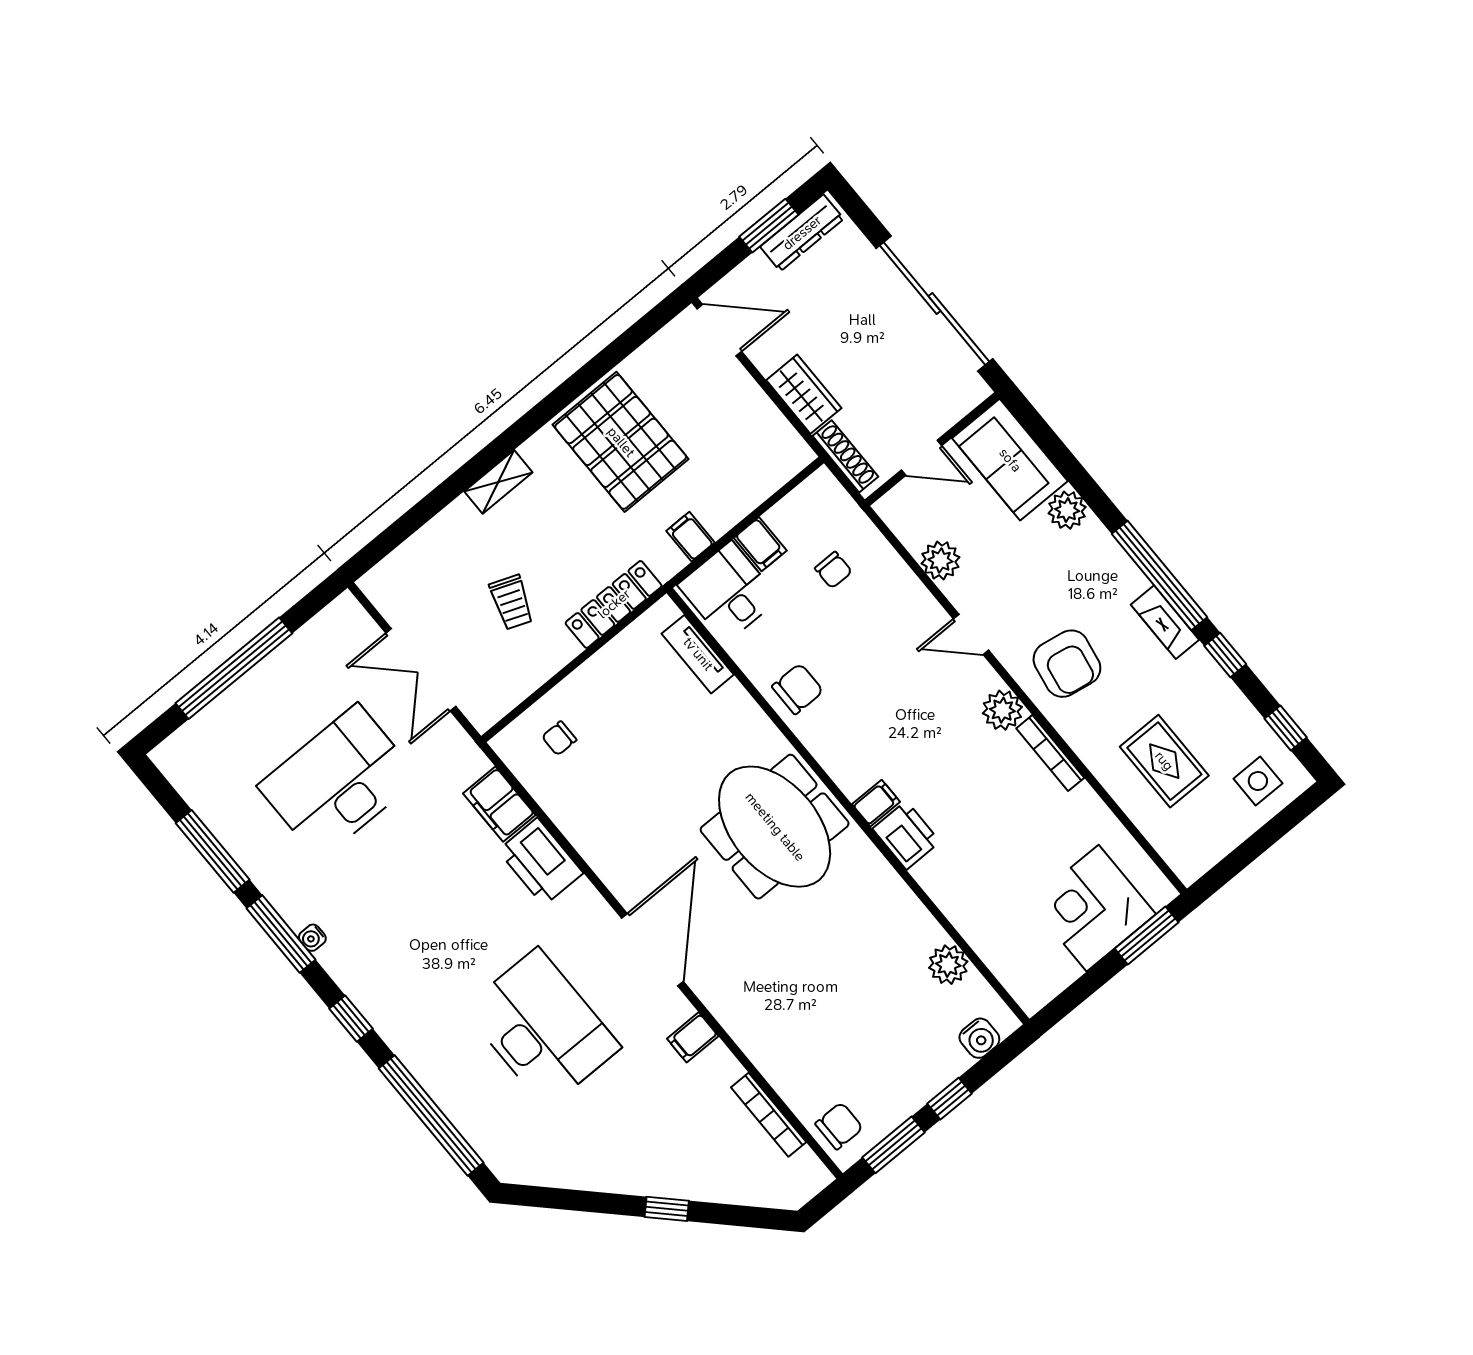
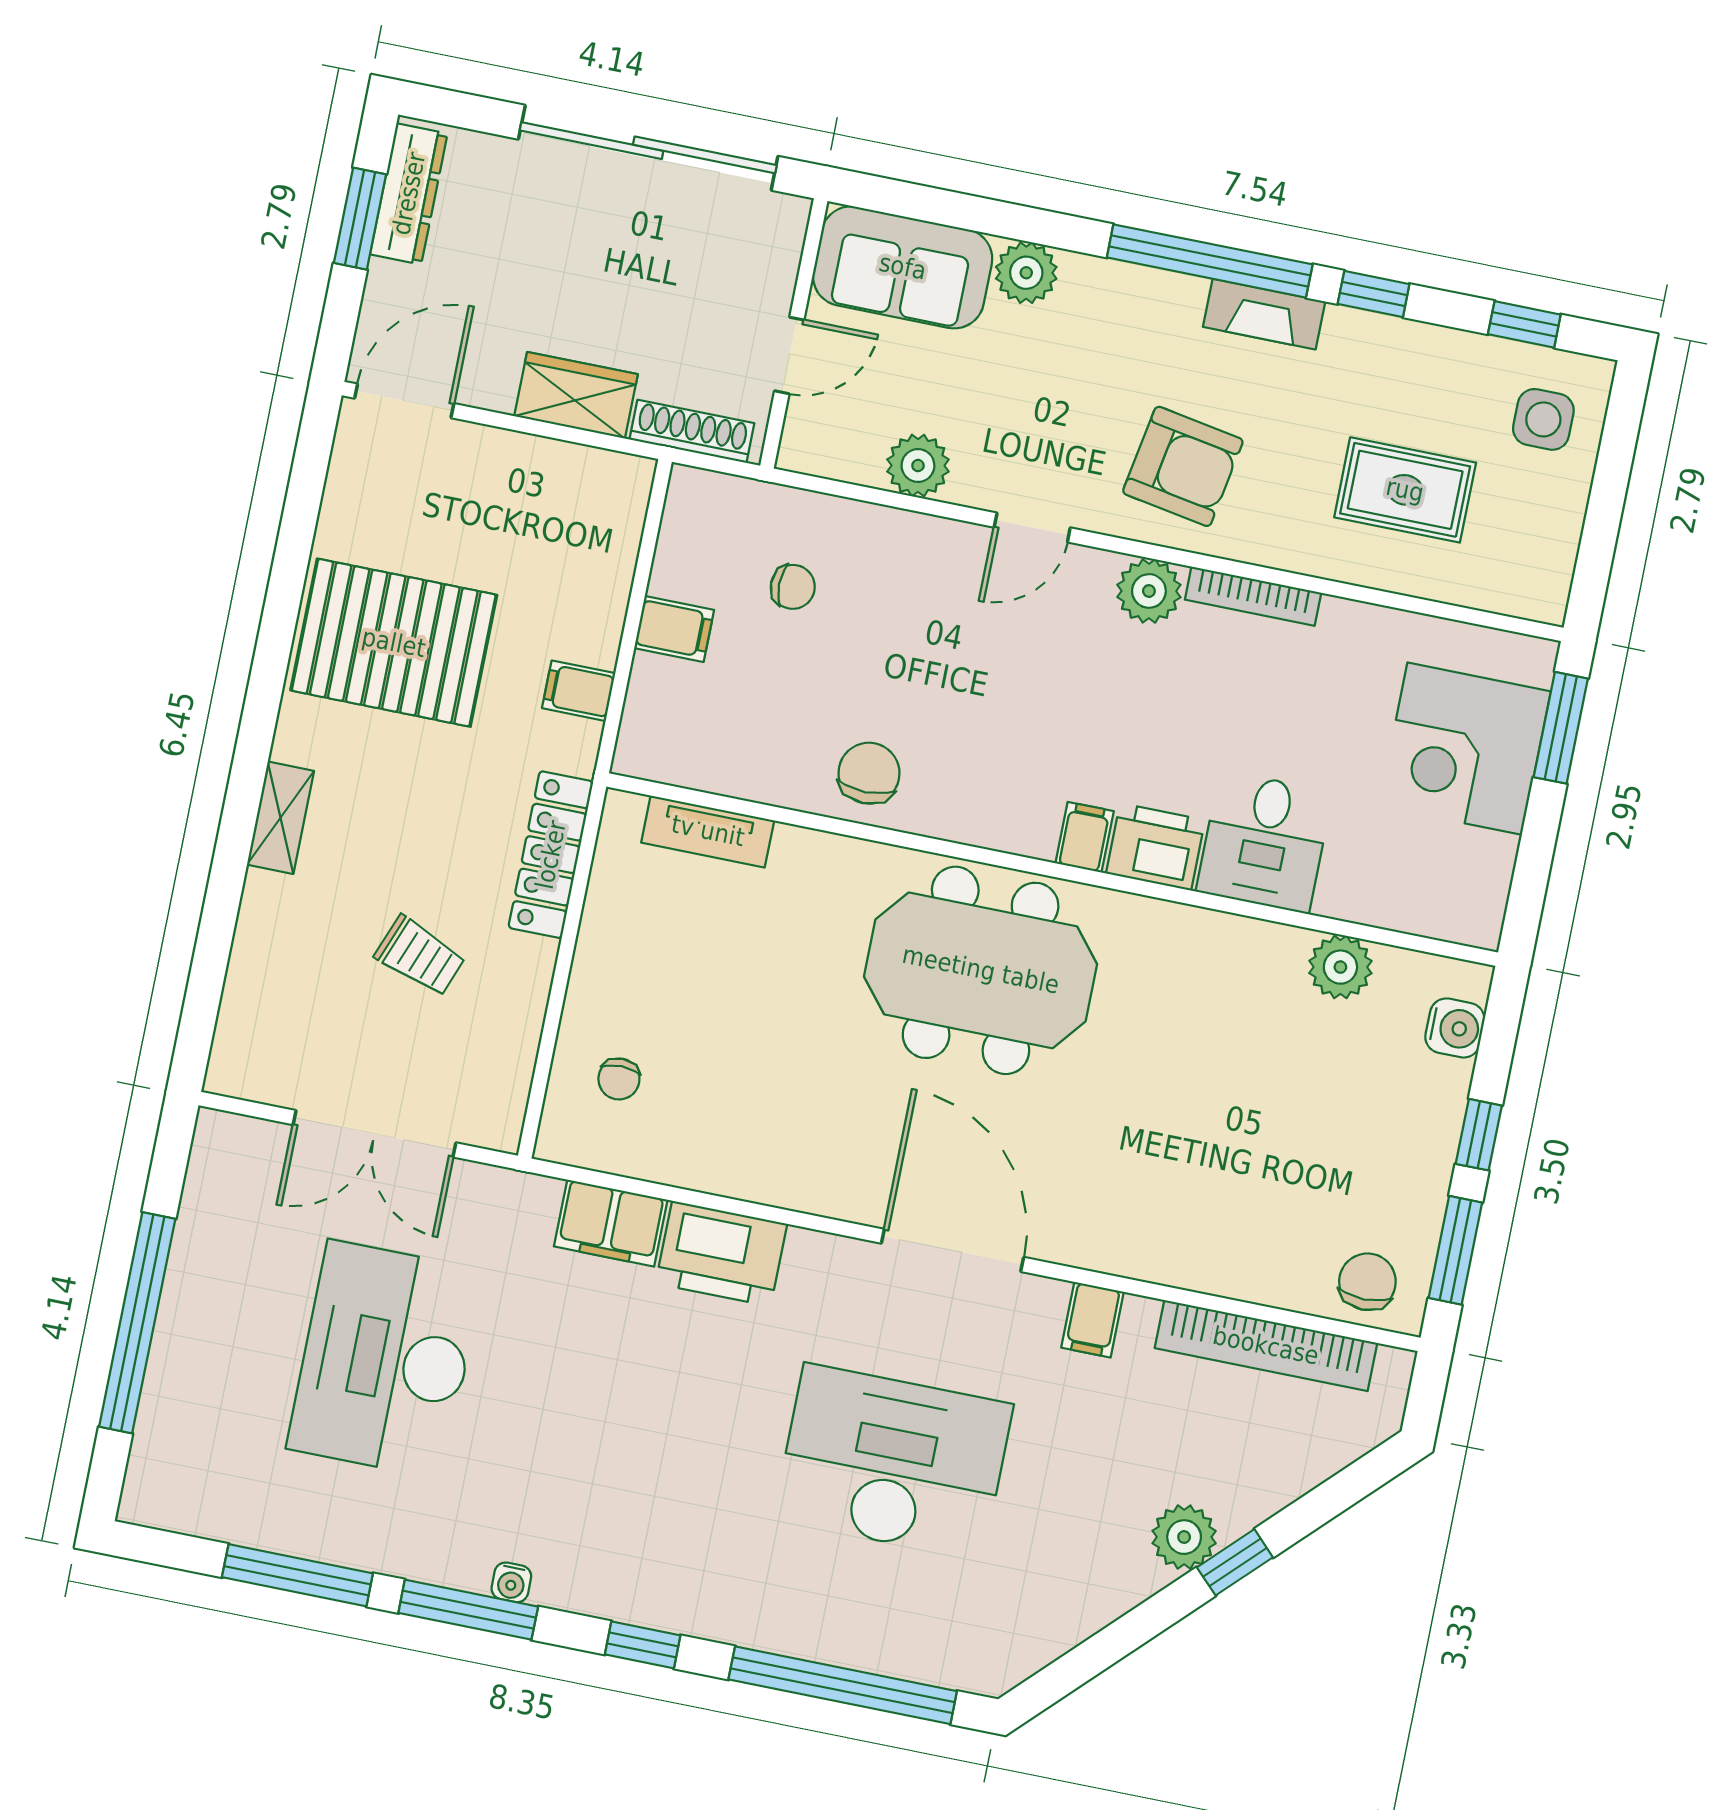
desk: (729, 592) -> (1264, 842), moved, turned -90
bookcase: (769, 1115) -> (1266, 1346), width x1.48, depth x1.31
plant: (652, 1177) -> (1184, 1537), added

